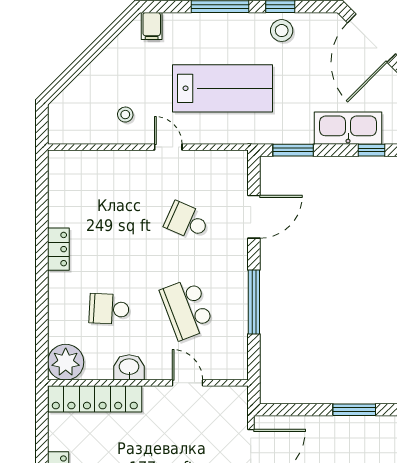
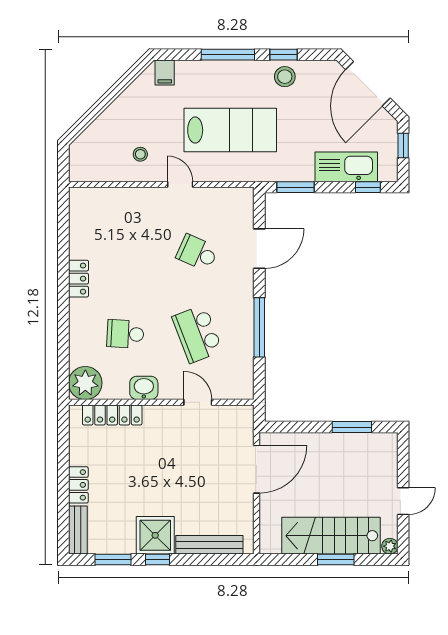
locker: (95, 399) -> (112, 415), width x0.71, depth x0.83

